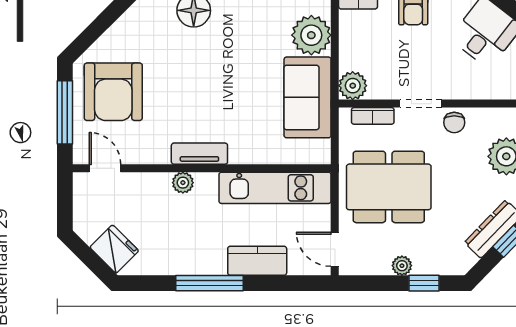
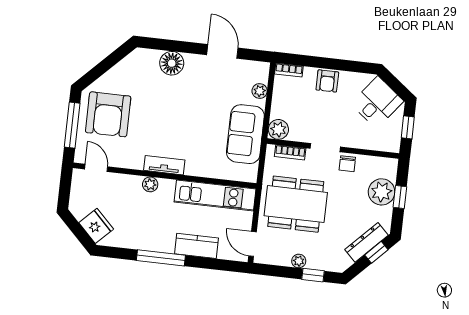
plant: (311, 35) -> (260, 91), width x0.53, depth x0.53

